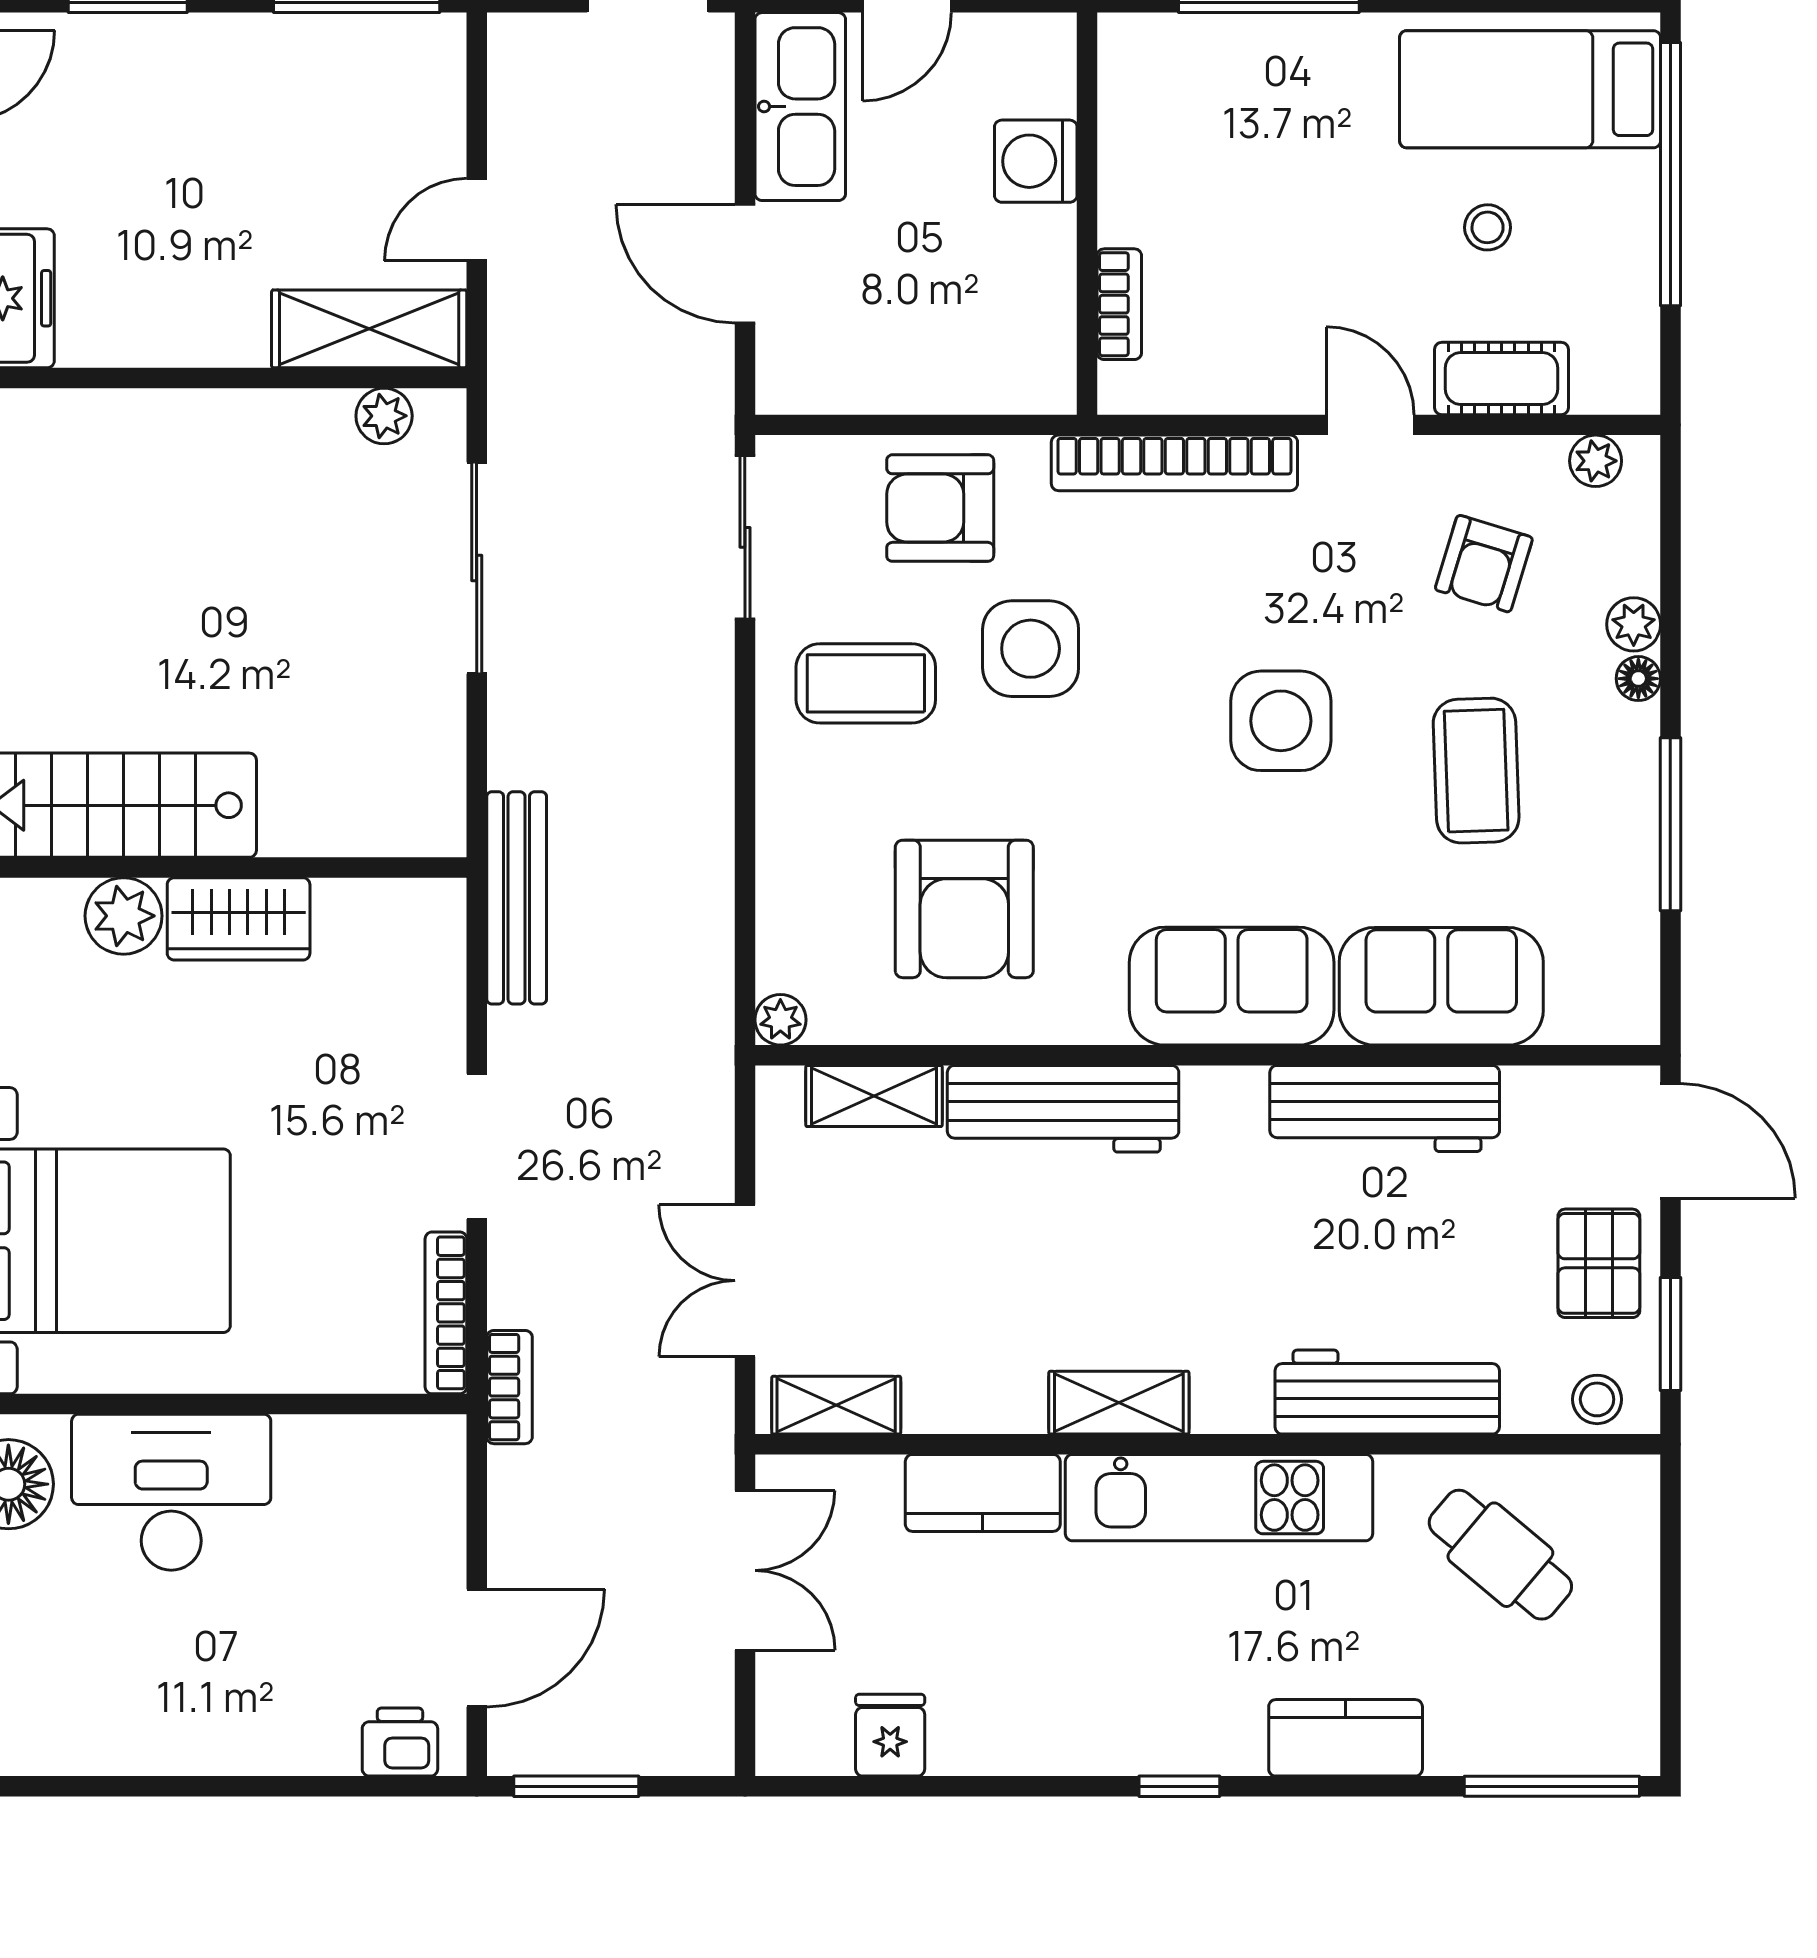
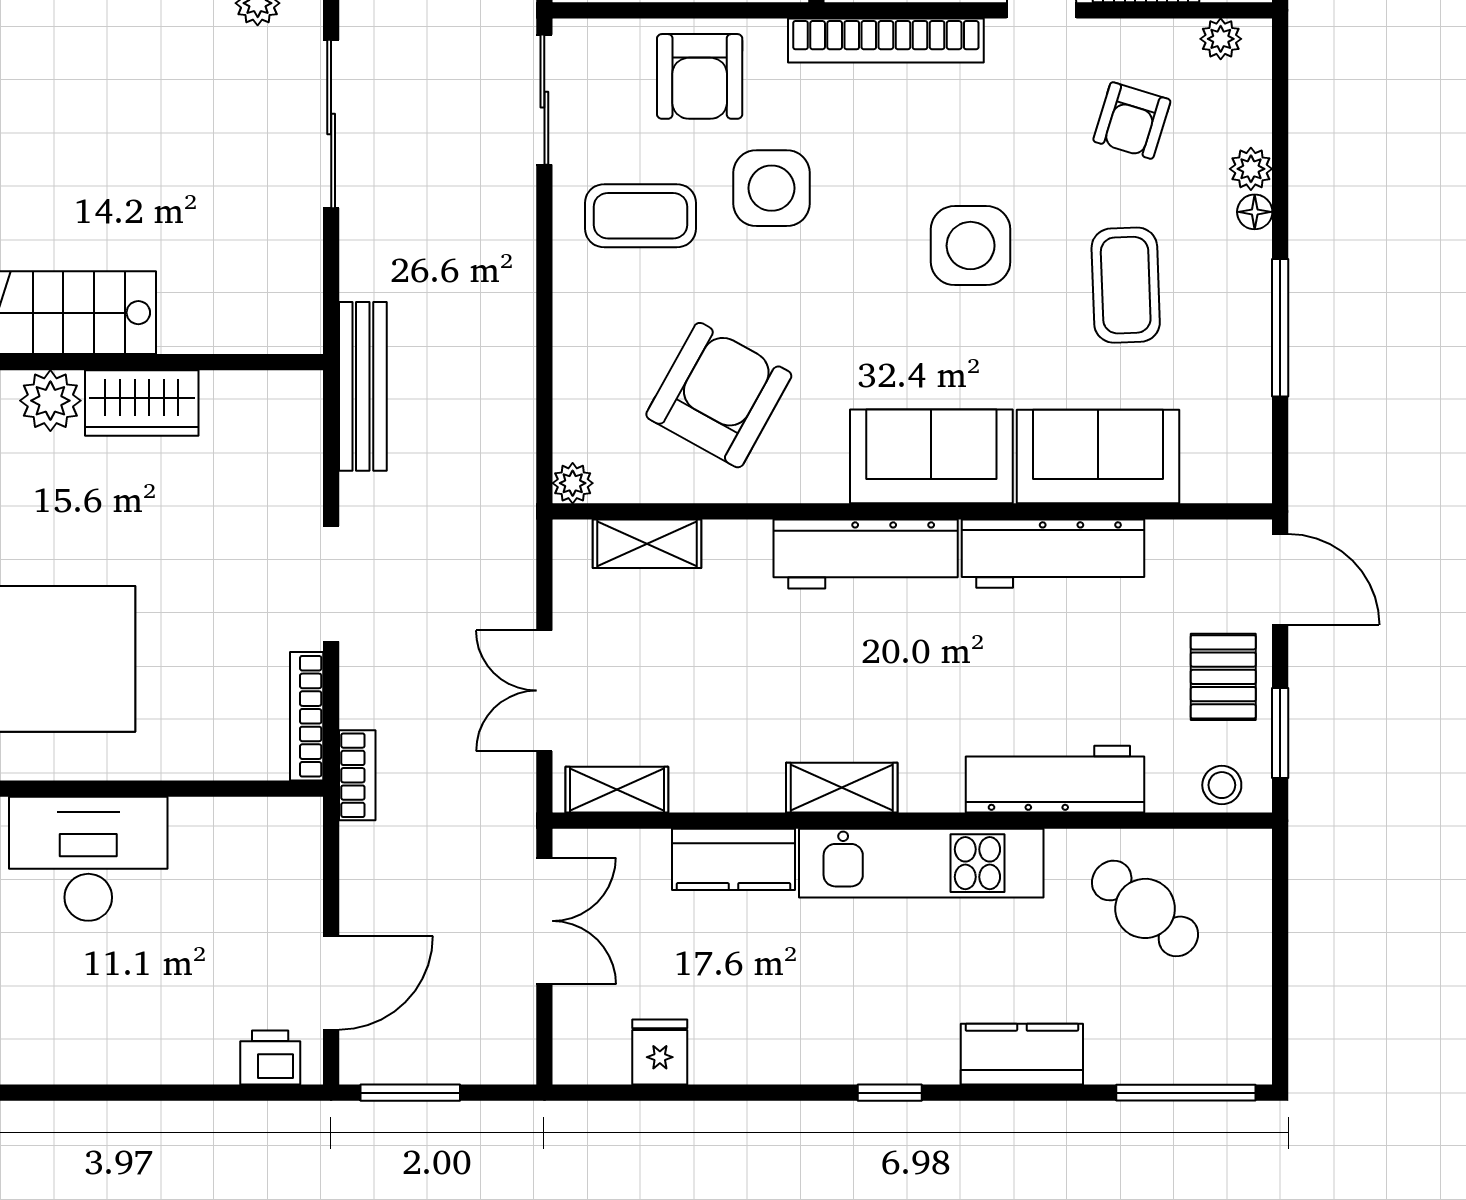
armchair: (940, 508) -> (700, 76), turned -90
armchair: (964, 909) -> (719, 395), turned -151
workbench: (1063, 1109) -> (866, 554), moved

